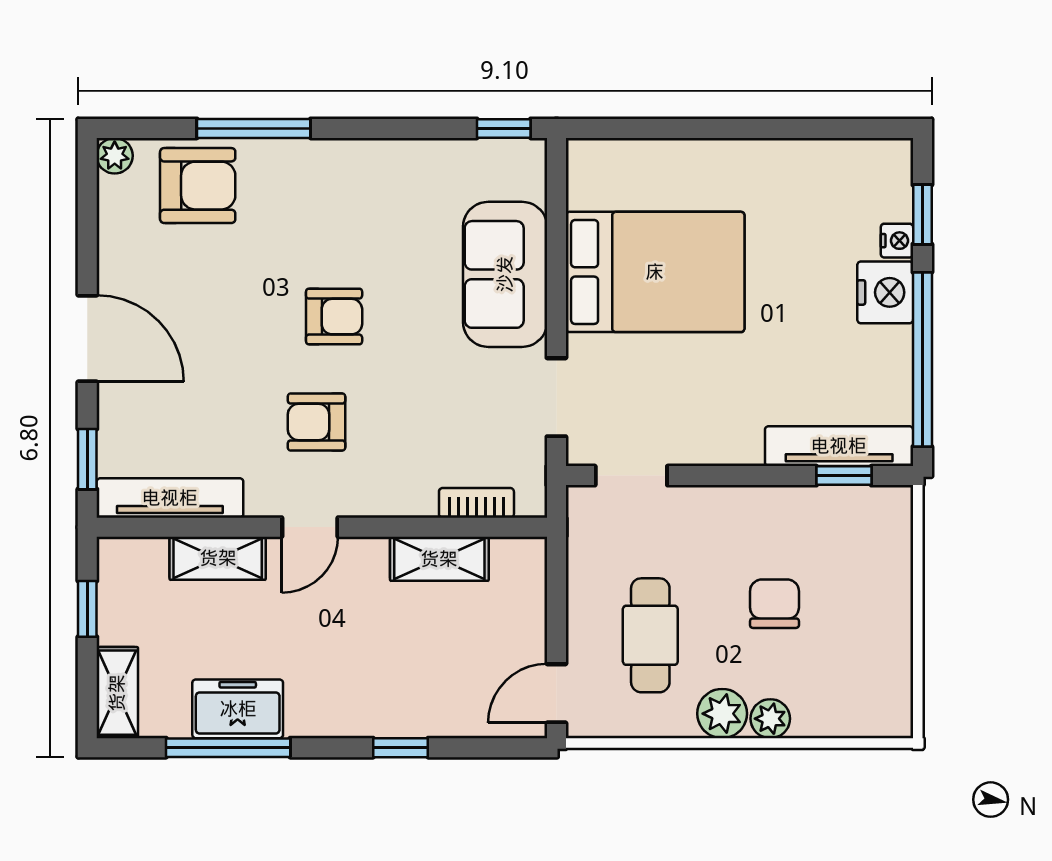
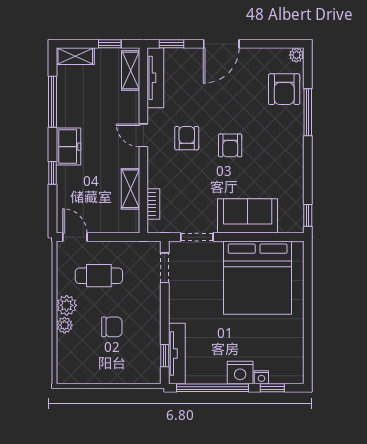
bed: (655, 272) -> (258, 278), width x1.36
shelving: (218, 558) -> (131, 70), moved
freezer: (238, 709) -> (69, 147), moved

